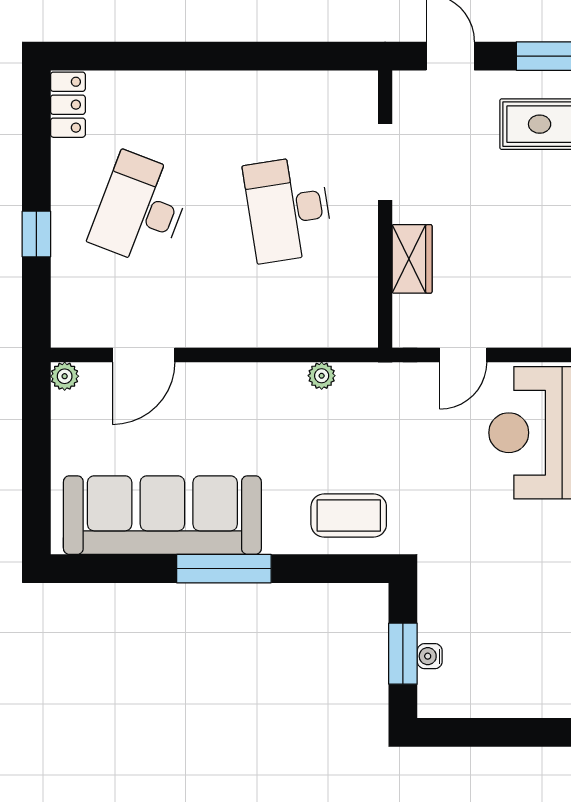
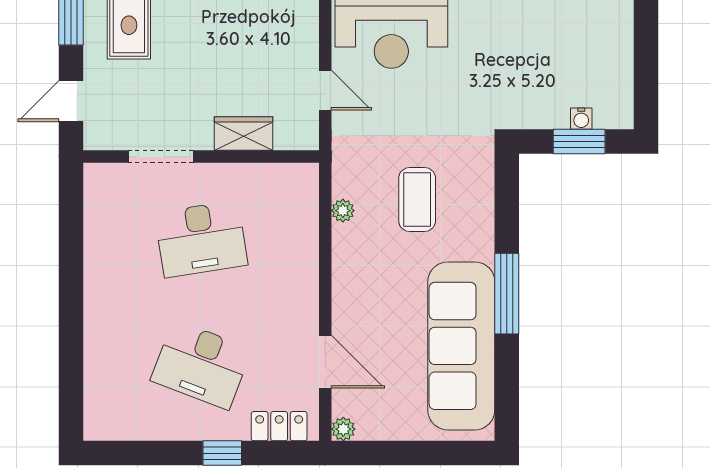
locker: (68, 105) -> (279, 426), moved
coffee table: (349, 515) -> (417, 200), moved

